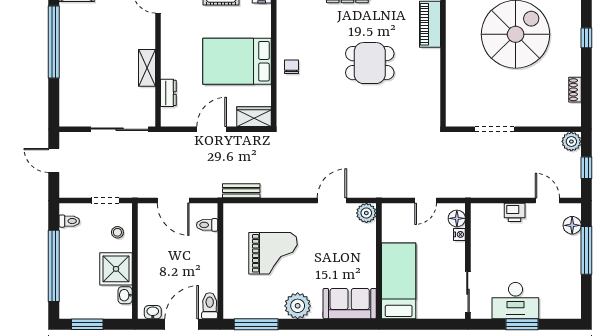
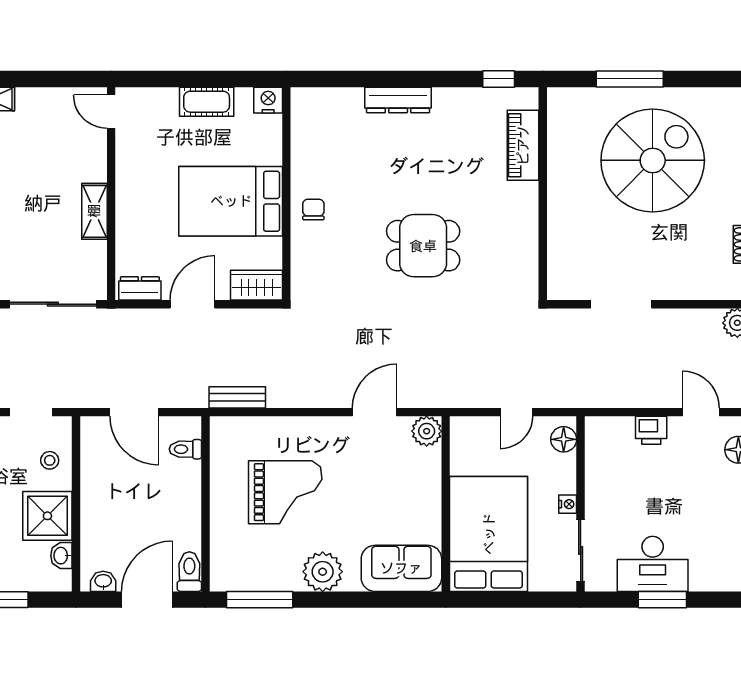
dining table: (370, 63) -> (423, 246), moved
dresser: (168, 93) -> (140, 288), moved, turned -90
nightstand: (459, 234) -> (568, 504), moved
bed: (399, 281) -> (489, 534), width x1.50

